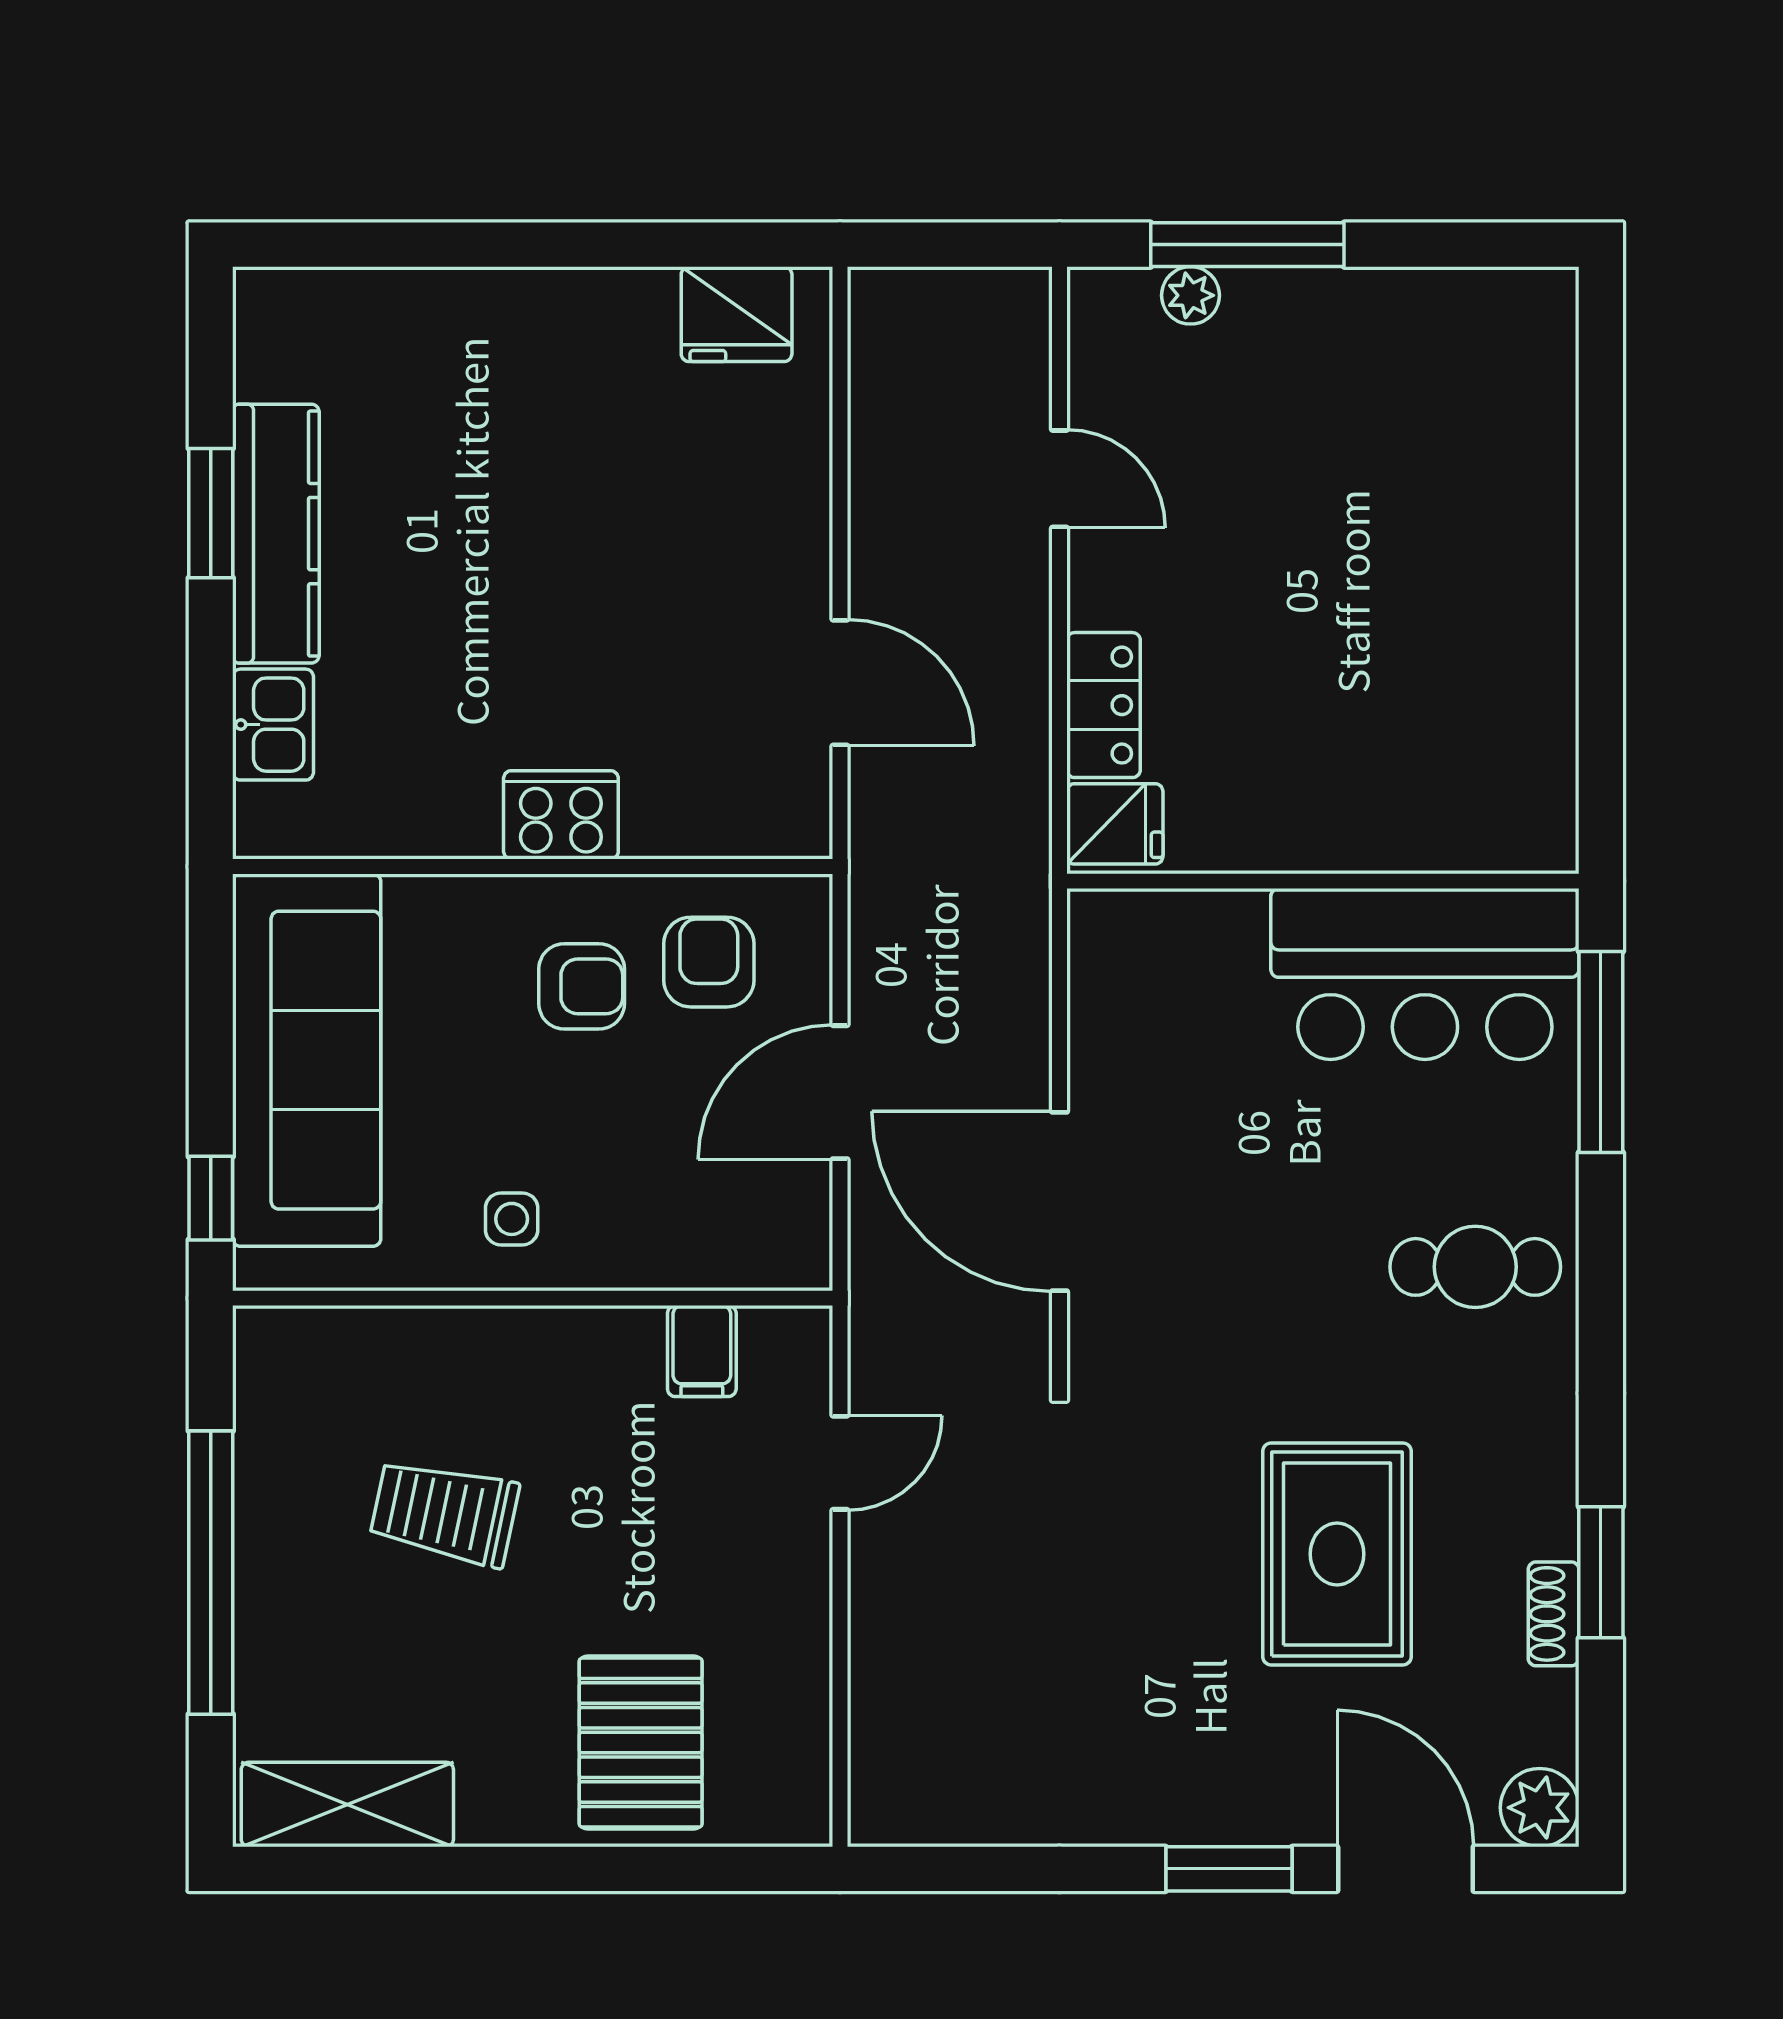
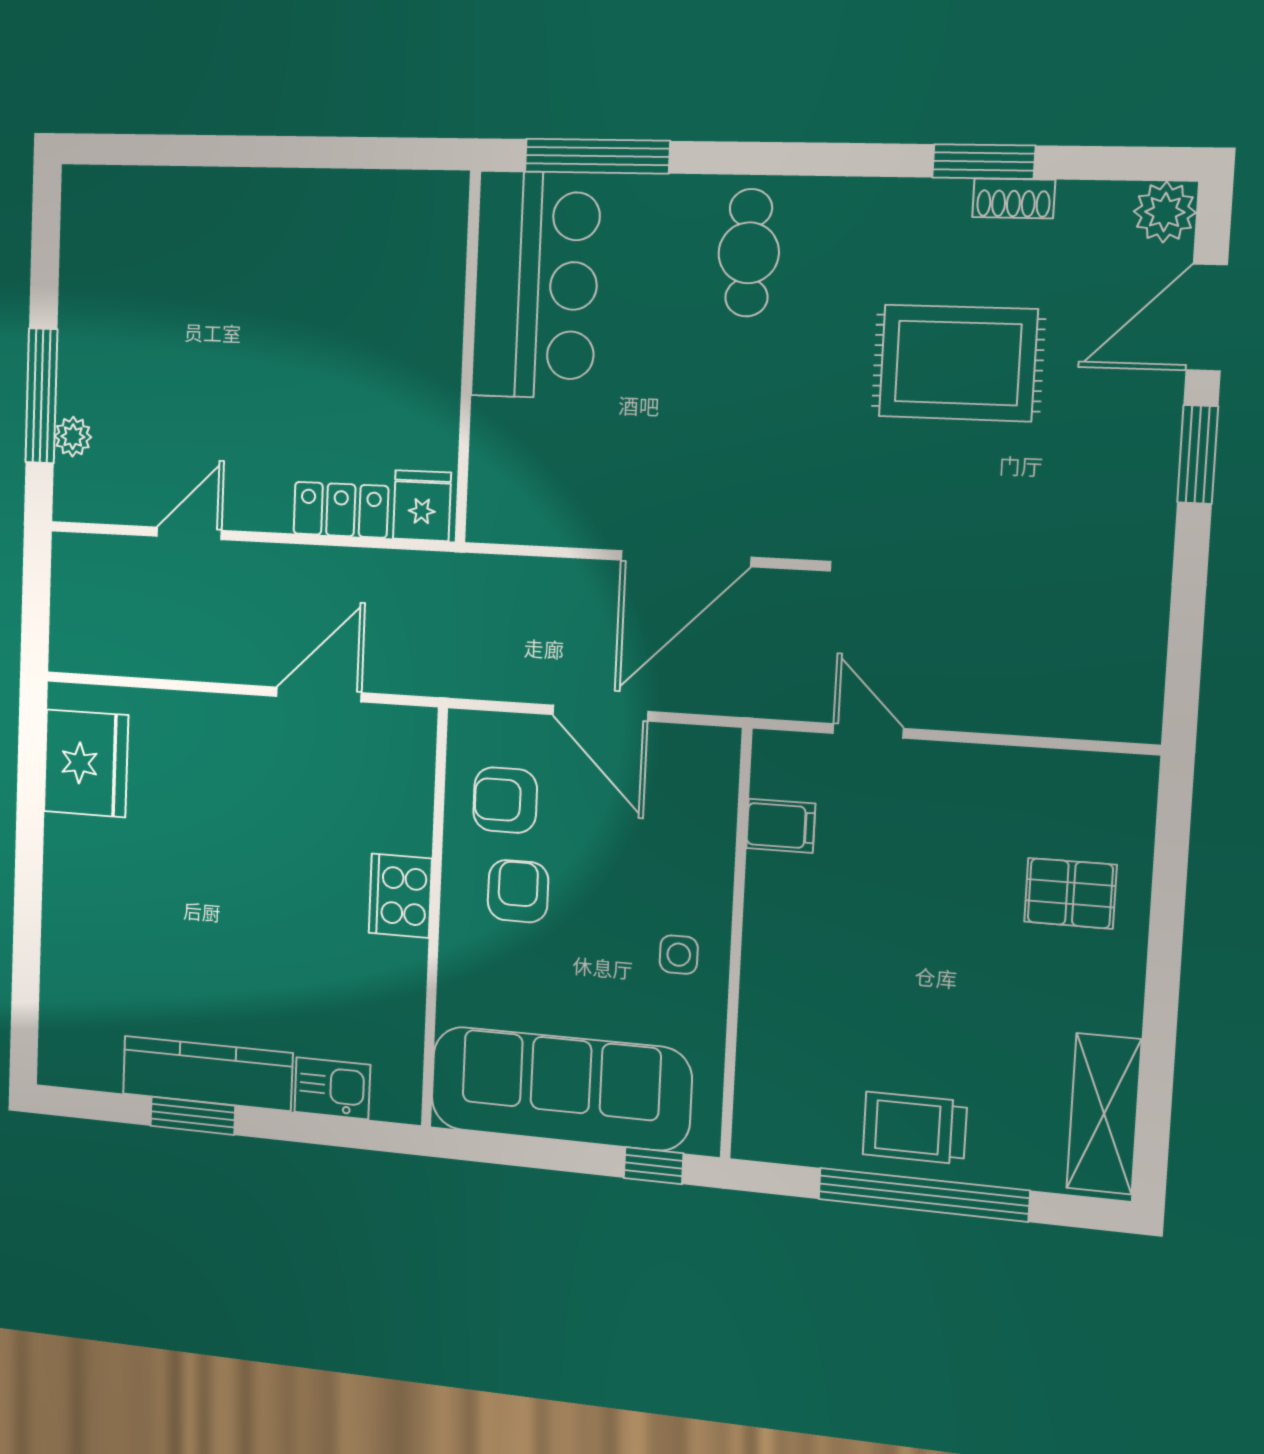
fridge: (737, 314) -> (86, 763), width x1.36, depth x1.34
trolley: (445, 1512) -> (915, 1128), moved, turned 78
pallet: (641, 1743) -> (1070, 893), width x0.67, depth x0.71

